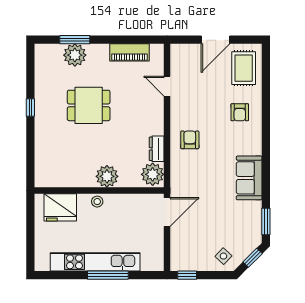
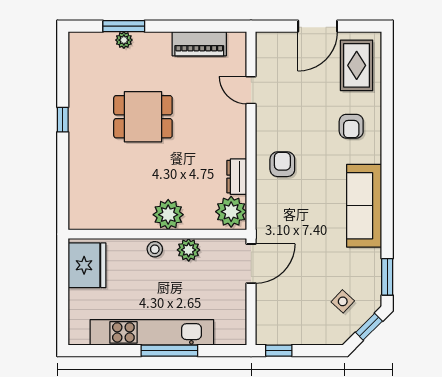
plant: (75, 55) -> (124, 40), width x0.53, depth x0.53
sofa: (249, 178) -> (364, 206), width x1.36
plant: (122, 202) -> (189, 250), added
fridge: (60, 207) -> (87, 265), moved, turned -90
side table: (223, 256) -> (343, 301), moved

